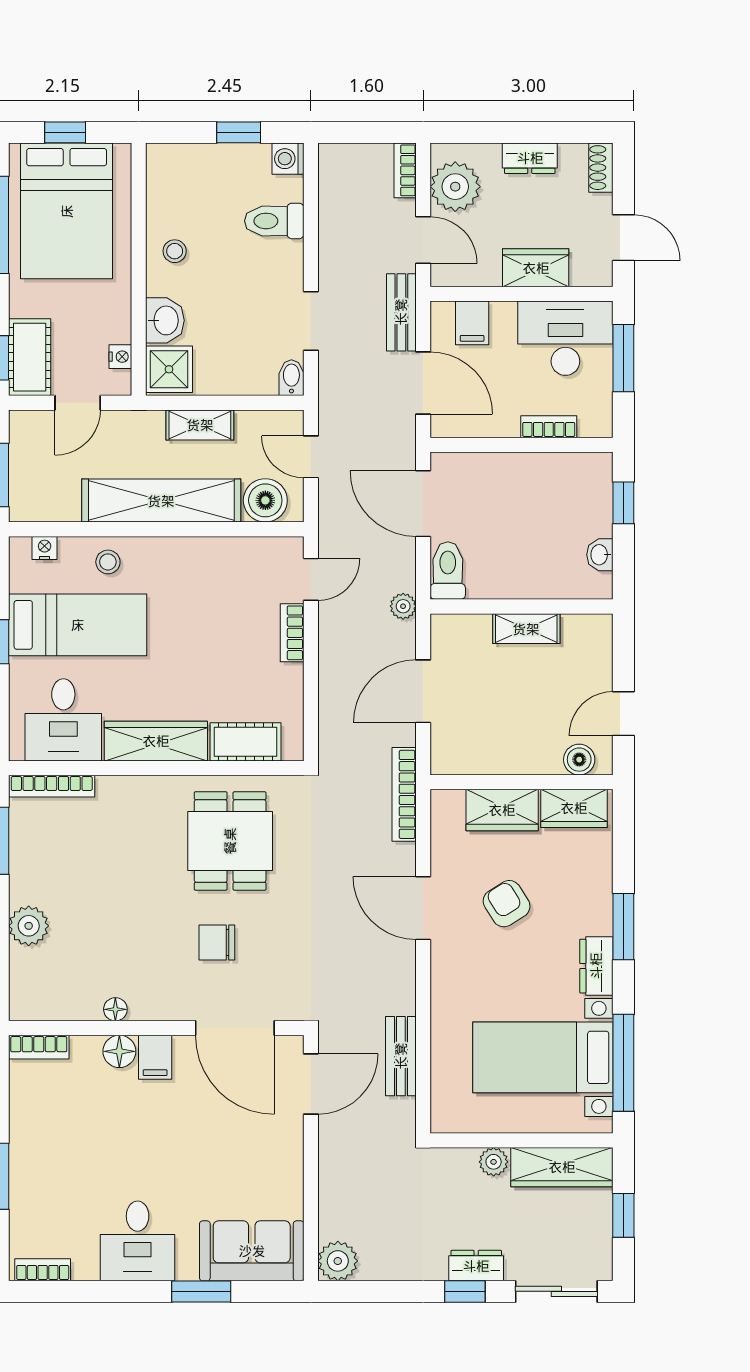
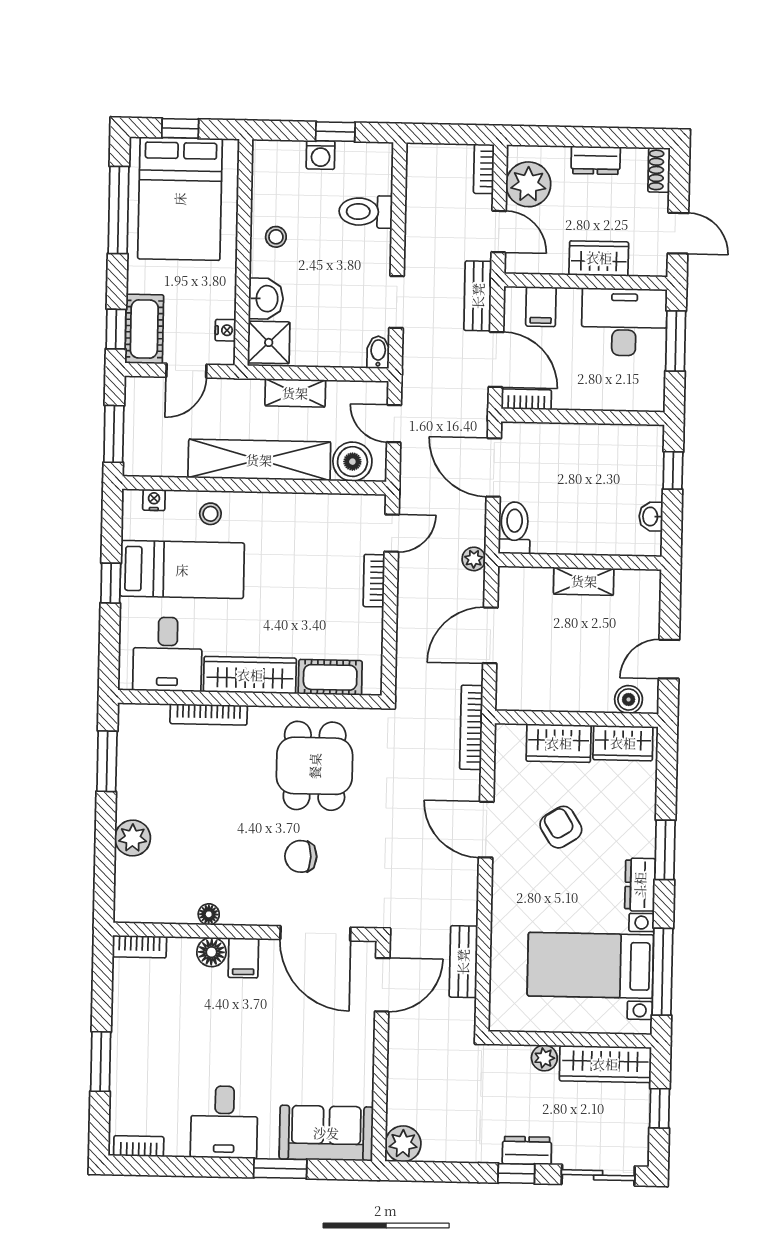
washing machine: (288, 159) -> (321, 155), moved, turned -90
bookcase: (549, 427) -> (526, 399), moved
bookcase: (52, 786) -> (209, 714), moved

